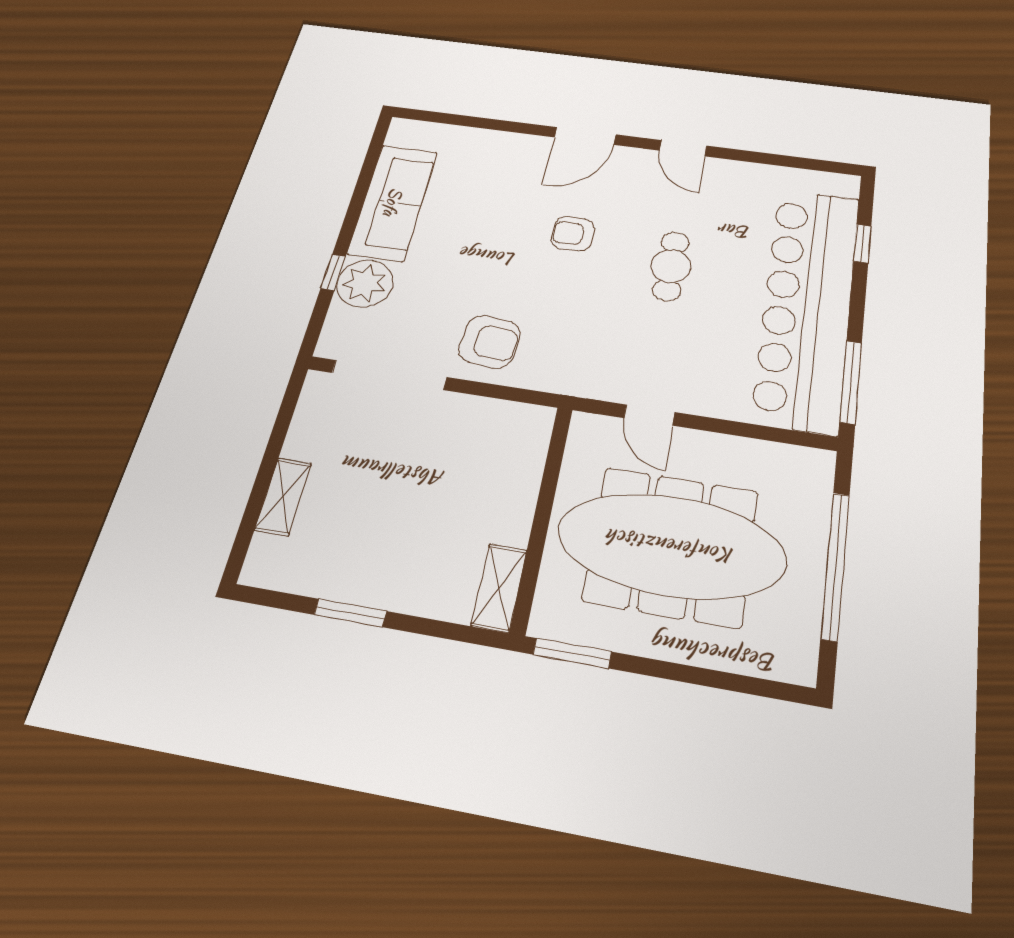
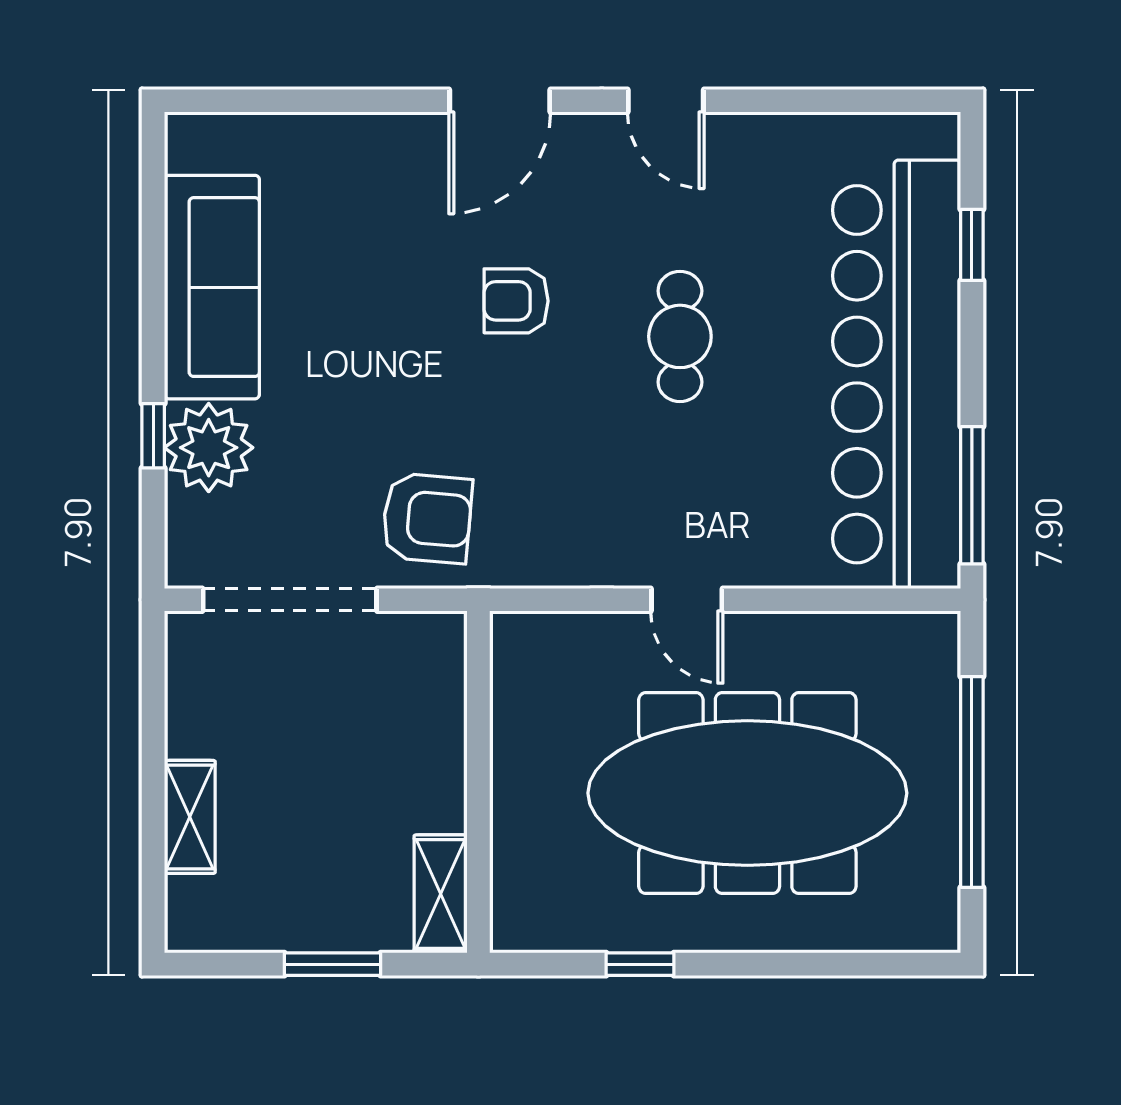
wall: (542, 516) -> (478, 782), moved
shelving: (499, 588) -> (441, 894), moved
window: (572, 653) -> (640, 964), width x0.67

